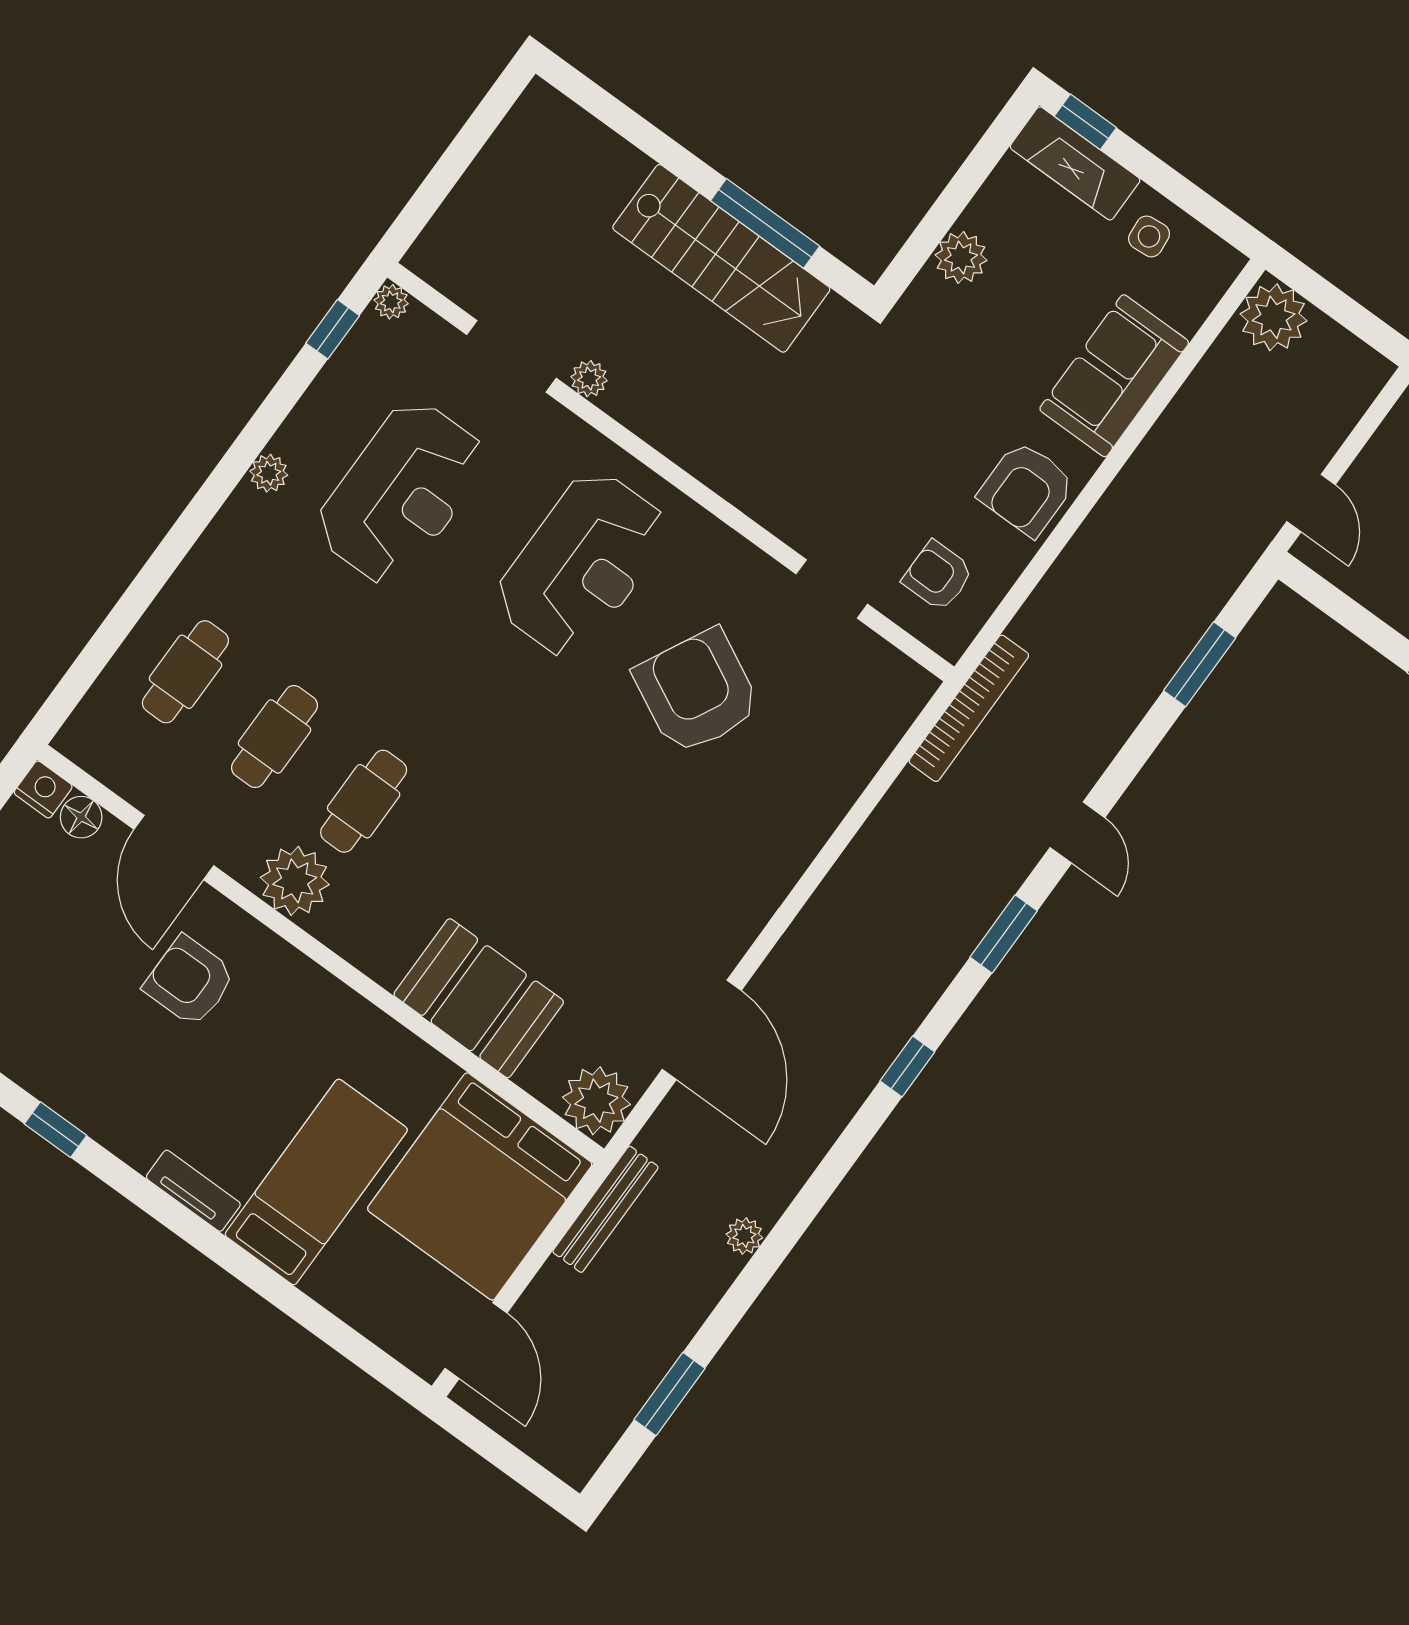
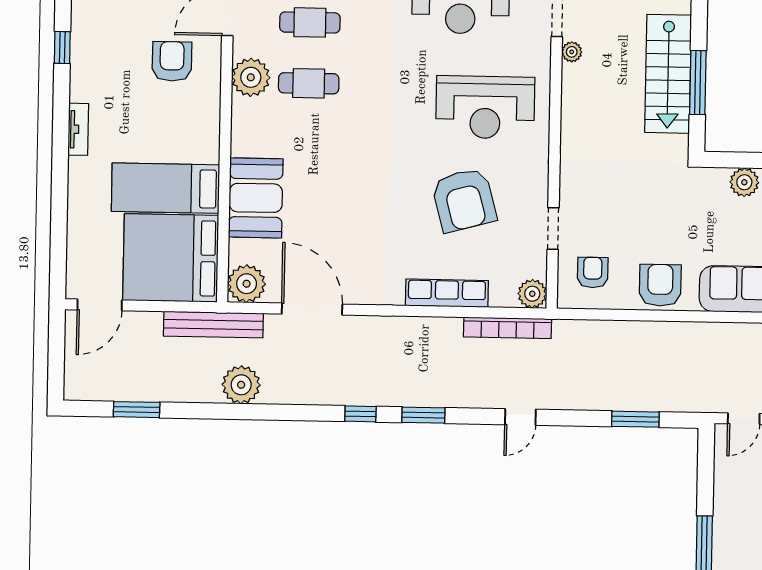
armchair: (1027, 489) -> (660, 285), turned 90
plant: (907, 687) -> (532, 294), added
armchair: (697, 692) -> (464, 200), turned 138
bookcase: (969, 708) -> (508, 328), moved
row of seats: (818, 813) -> (447, 293), added
window: (1004, 934) -> (423, 415), moved
door: (702, 1030) -> (312, 309), swing flipped
bed: (316, 1182) -> (165, 188), moved, turned 180
bench: (605, 1209) -> (213, 325), width x1.37, depth x1.21
plant: (744, 1236) -> (241, 385), width x1.87, depth x1.87

